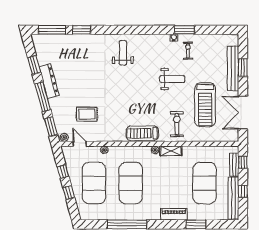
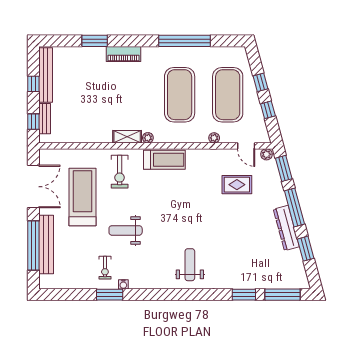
weight bench: (123, 53) -> (190, 265), turned 180
window: (243, 68) -> (33, 245), width x2.11
exercise mat: (205, 183) -> (83, 95), removed

